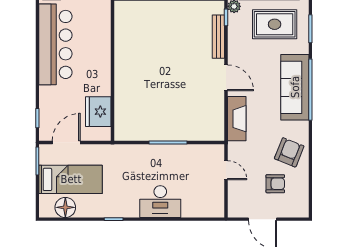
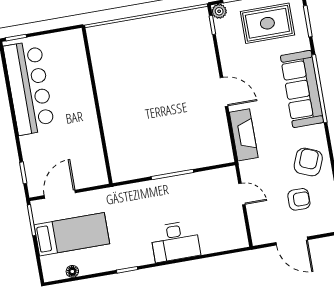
bench: (218, 37) -> (208, 48), removed
fridge: (98, 112) -> (89, 154), removed
floor lamp: (65, 207) -> (72, 271), width x0.53, depth x0.53

